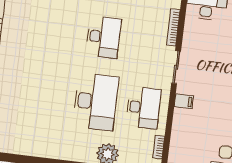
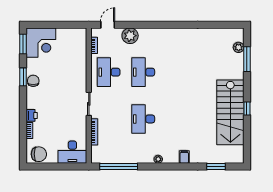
filing cabinet: (184, 101) -> (80, 80), removed
desk: (96, 102) -> (143, 72), width x0.73, depth x0.77

